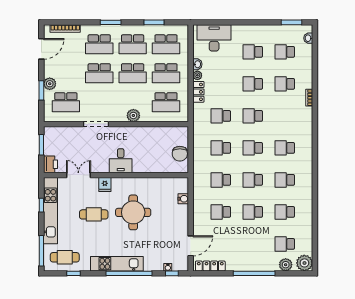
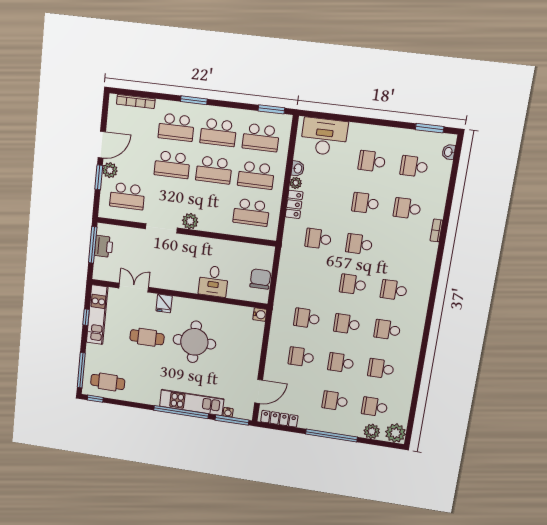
window: (154, 22) -> (271, 109), moved
door: (41, 49) -> (102, 145), moved
plant: (133, 115) -> (190, 221), moved
window: (41, 145) -> (93, 245), width x1.44
school desk: (221, 148) -> (335, 401), moved
chair: (180, 154) -> (260, 279), turned 180
desk: (121, 161) -> (213, 281), moved
printer: (51, 164) -> (104, 246), moved
water cooler: (183, 199) -> (260, 315), moved
kitchen unit: (50, 211) -> (97, 315), width x0.73
kitchen unit: (117, 264) -> (192, 402), moved
window: (74, 273) -> (95, 399), moved
window: (172, 273) -> (232, 420), width x2.17

